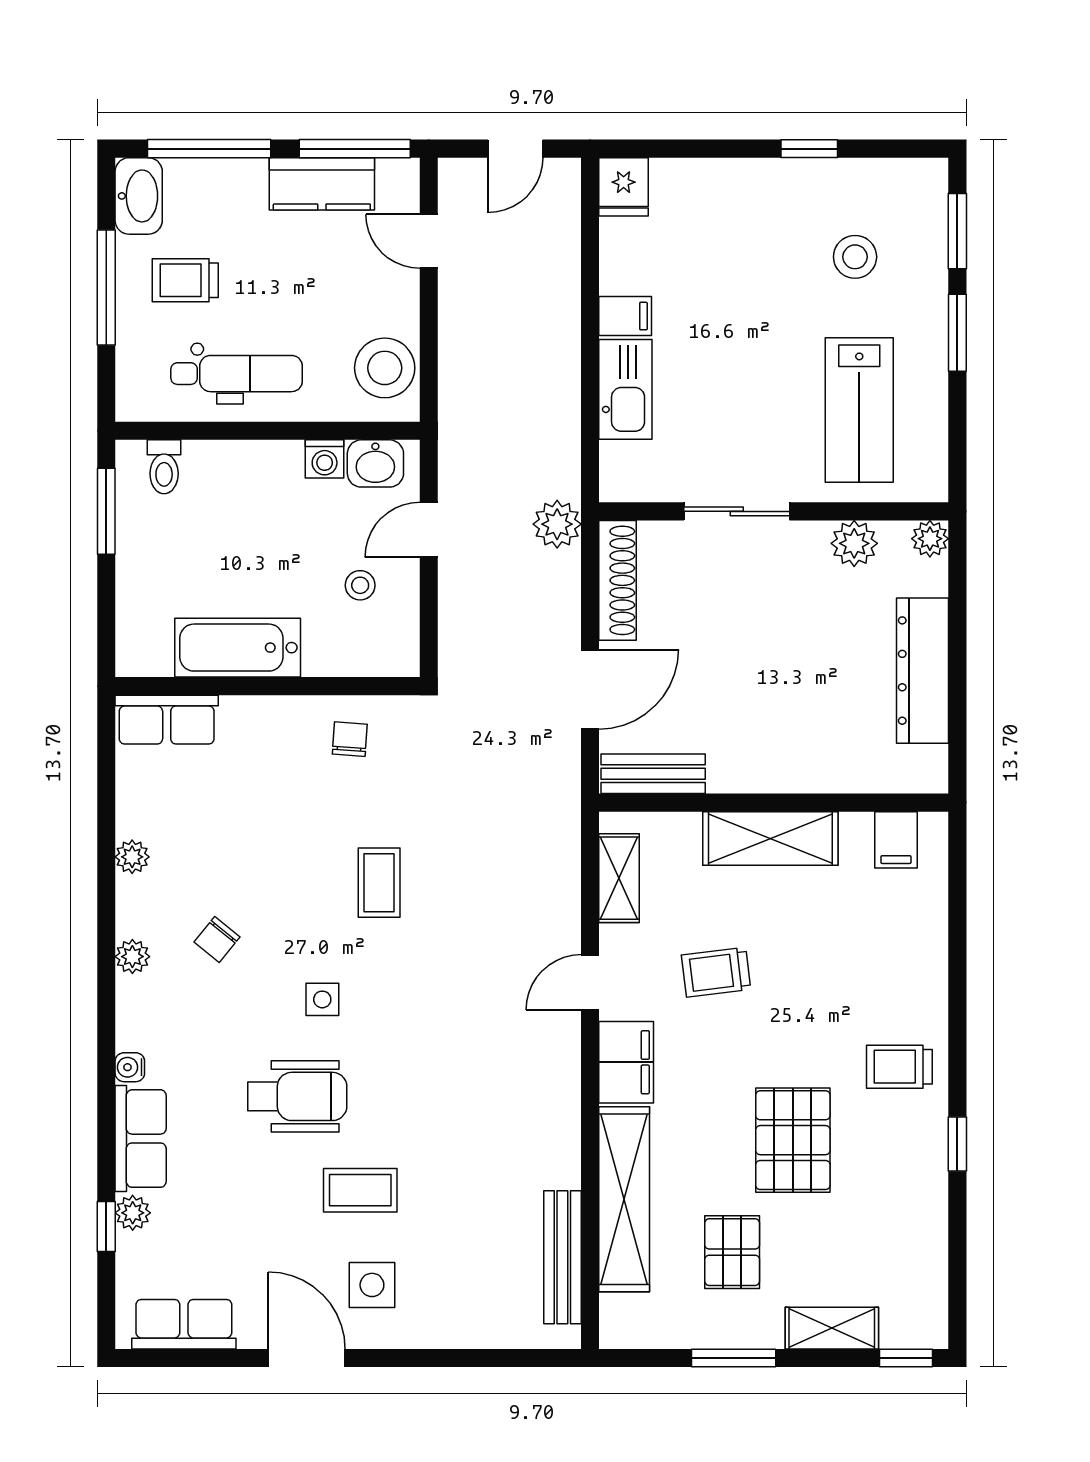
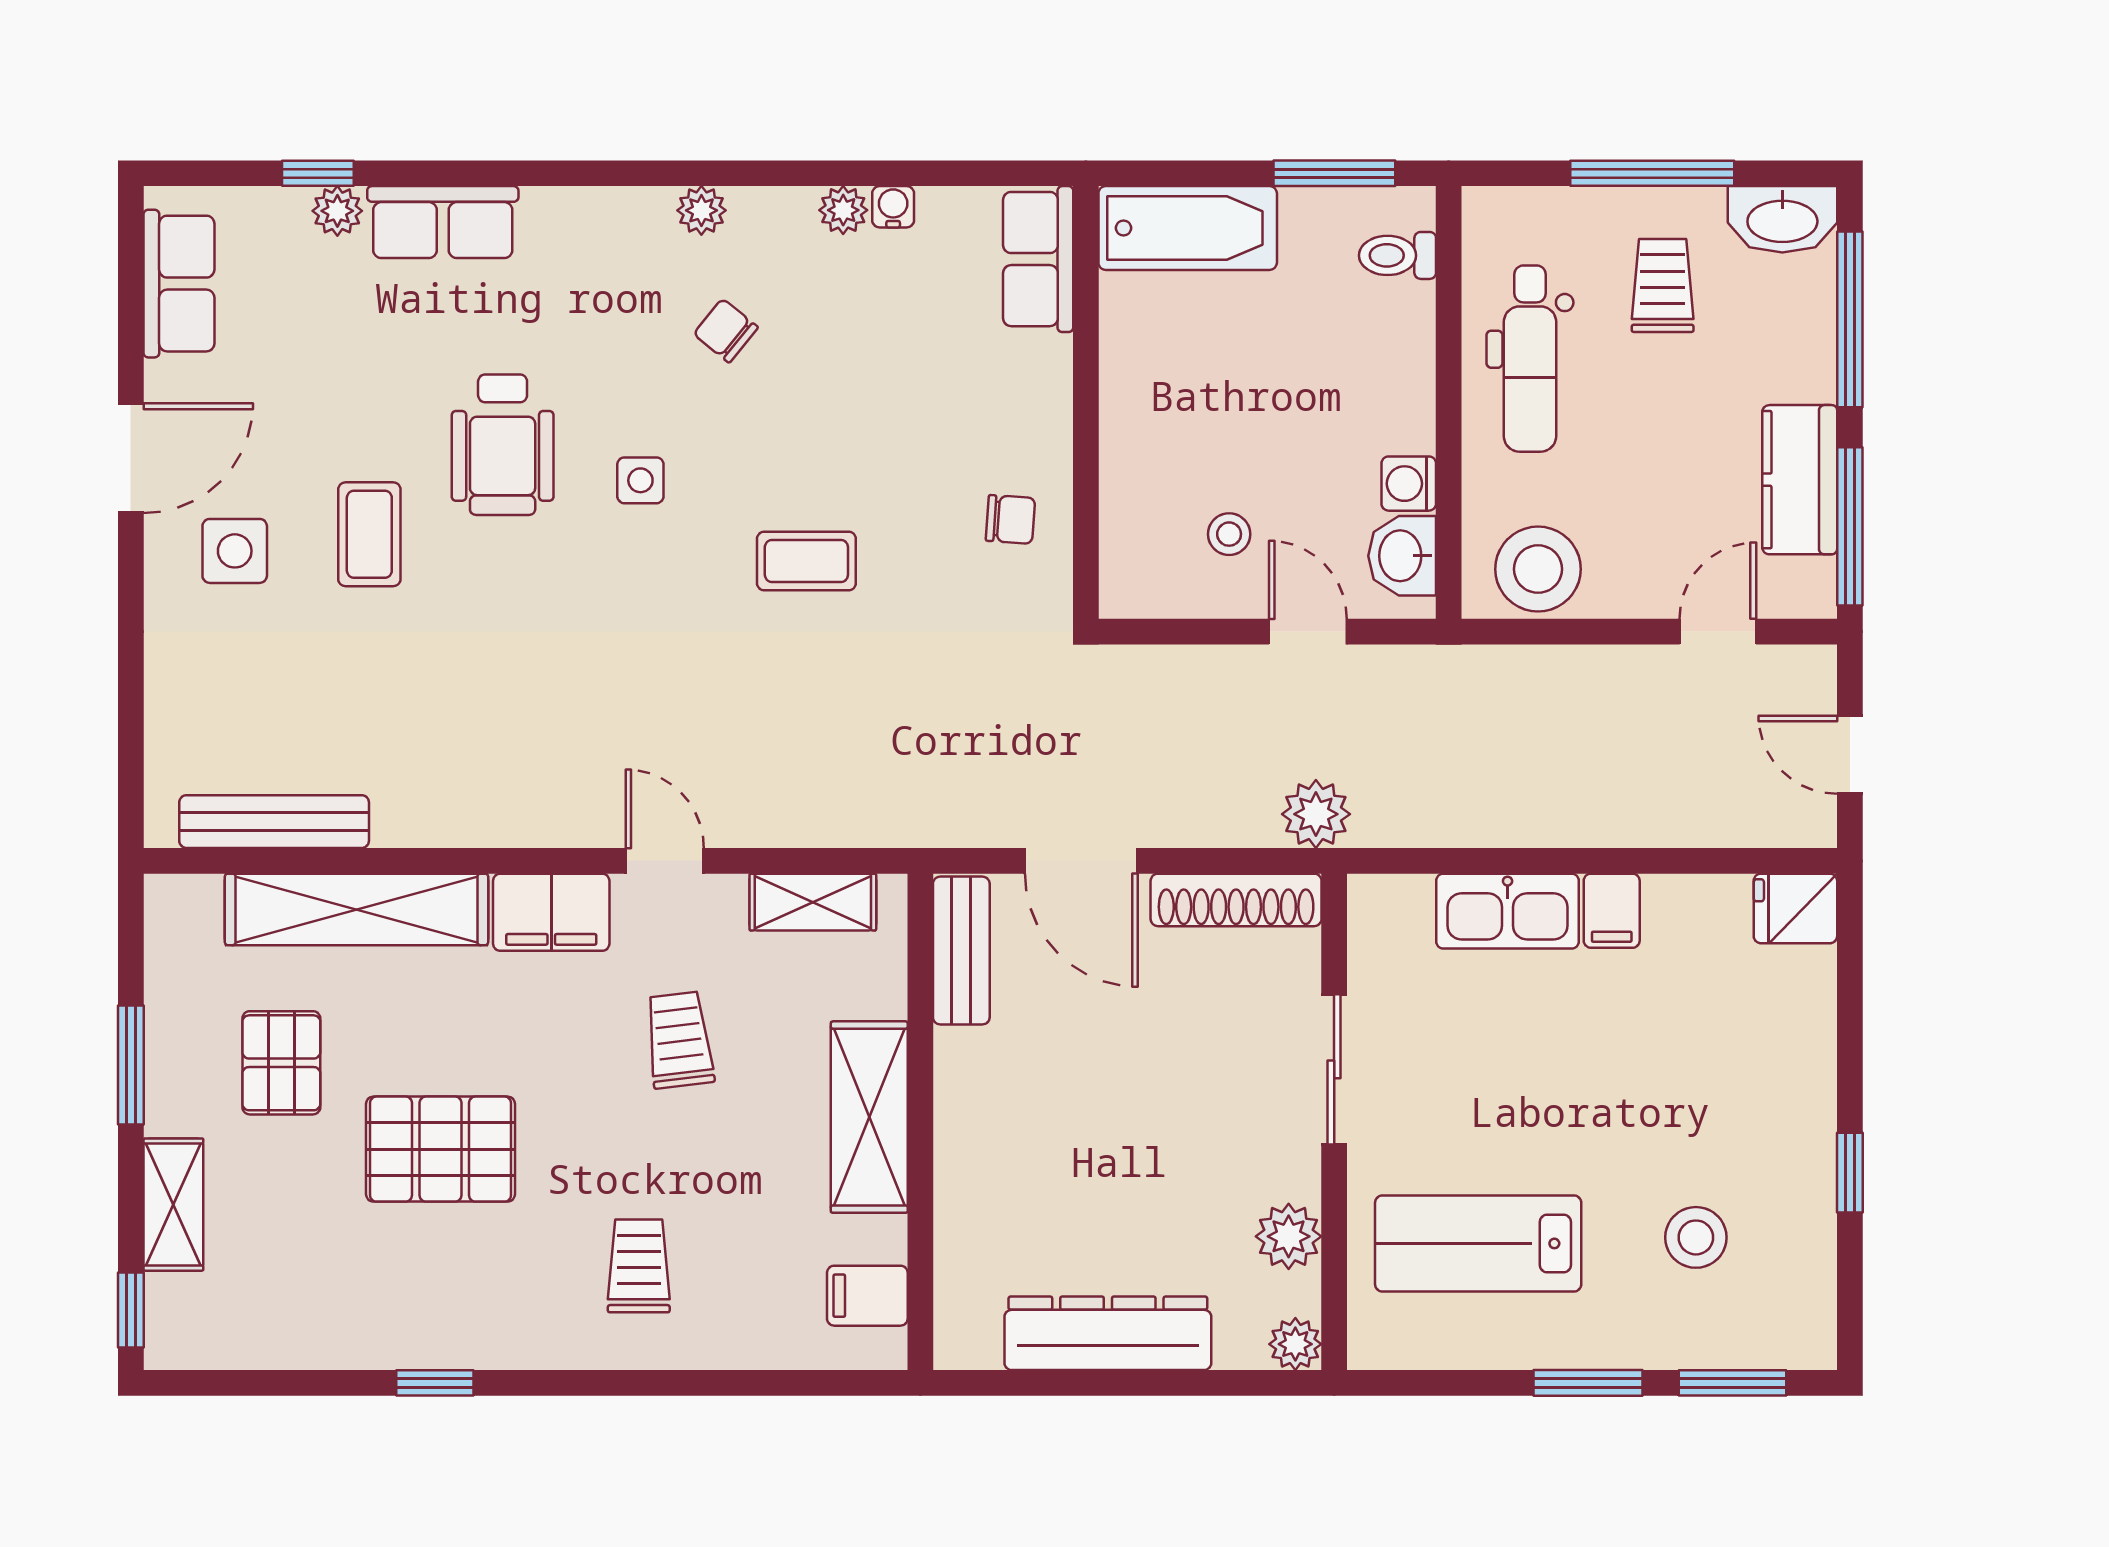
bathtub: (238, 648) -> (1188, 228), moved, turned 90
water cooler: (130, 1067) -> (893, 207), moved
trolley: (899, 1067) -> (639, 1266), moved
pallet: (732, 1252) -> (281, 1063), turned 90

